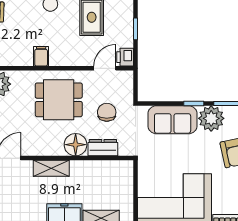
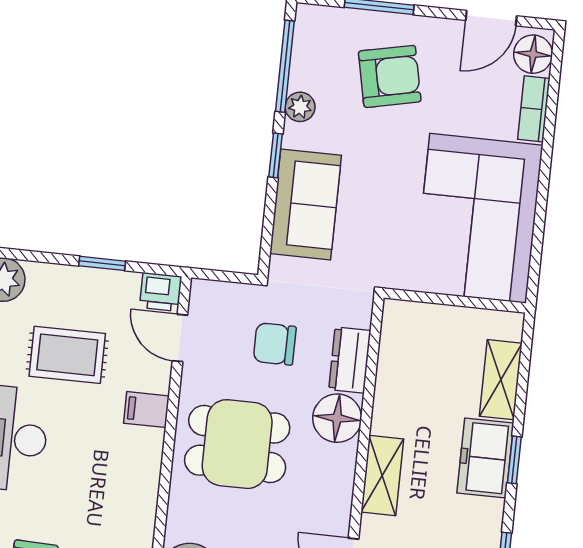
filing cabinet: (41, 56) -> (146, 410), moved
dining table: (59, 100) -> (237, 444), turned 90
plant: (211, 118) -> (300, 107), width x0.53, depth x0.53

